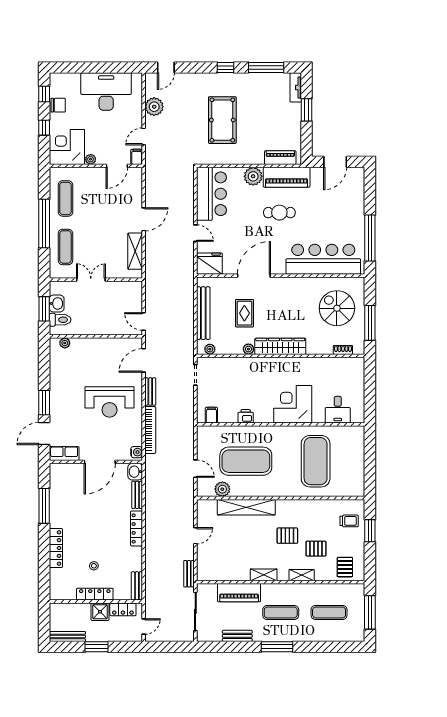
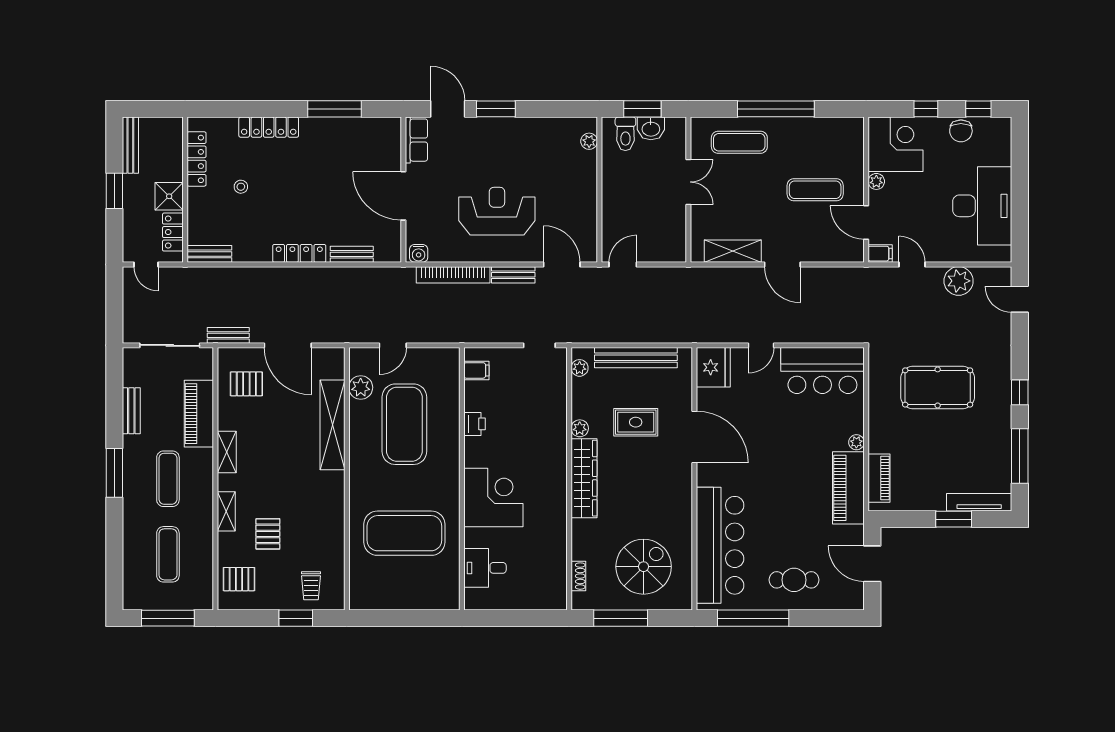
tv unit: (296, 87) -> (979, 502), width x1.41
plant: (253, 176) -> (856, 442), width x0.53, depth x0.53
exercise mat: (65, 198) -> (815, 190), moved
cafe table: (279, 213) -> (794, 580), moved, turned 90
reception desk: (110, 402) -> (497, 211), turned 90
washbasin: (135, 472) -> (388, 251), removed
door: (195, 536) -> (288, 345), width x1.87
pallet: (287, 536) -> (246, 384), moved, turned 90
locker: (95, 594) -> (197, 159), moved

